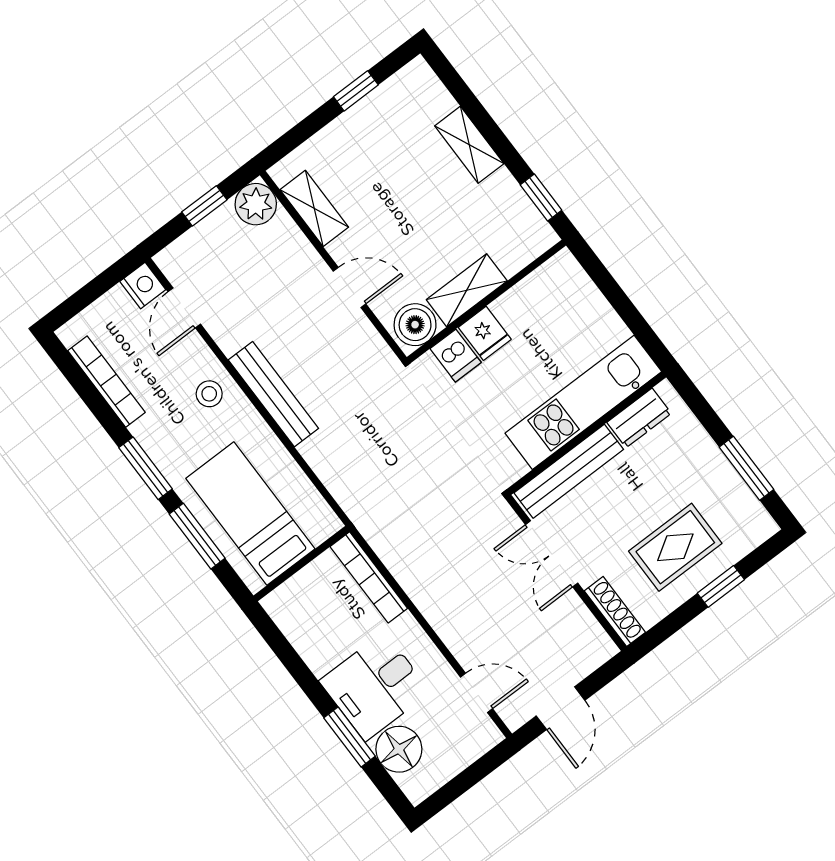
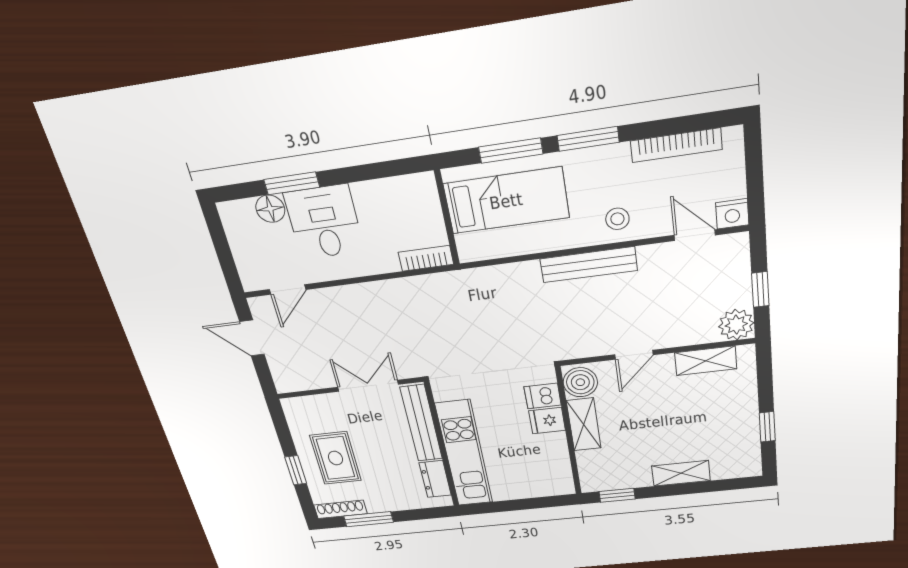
bookcase: (369, 577) -> (426, 258), width x0.64
shoe rack: (615, 612) -> (340, 509), moved, turned 180
floor lamp: (399, 749) -> (270, 209), width x0.73, depth x0.73

